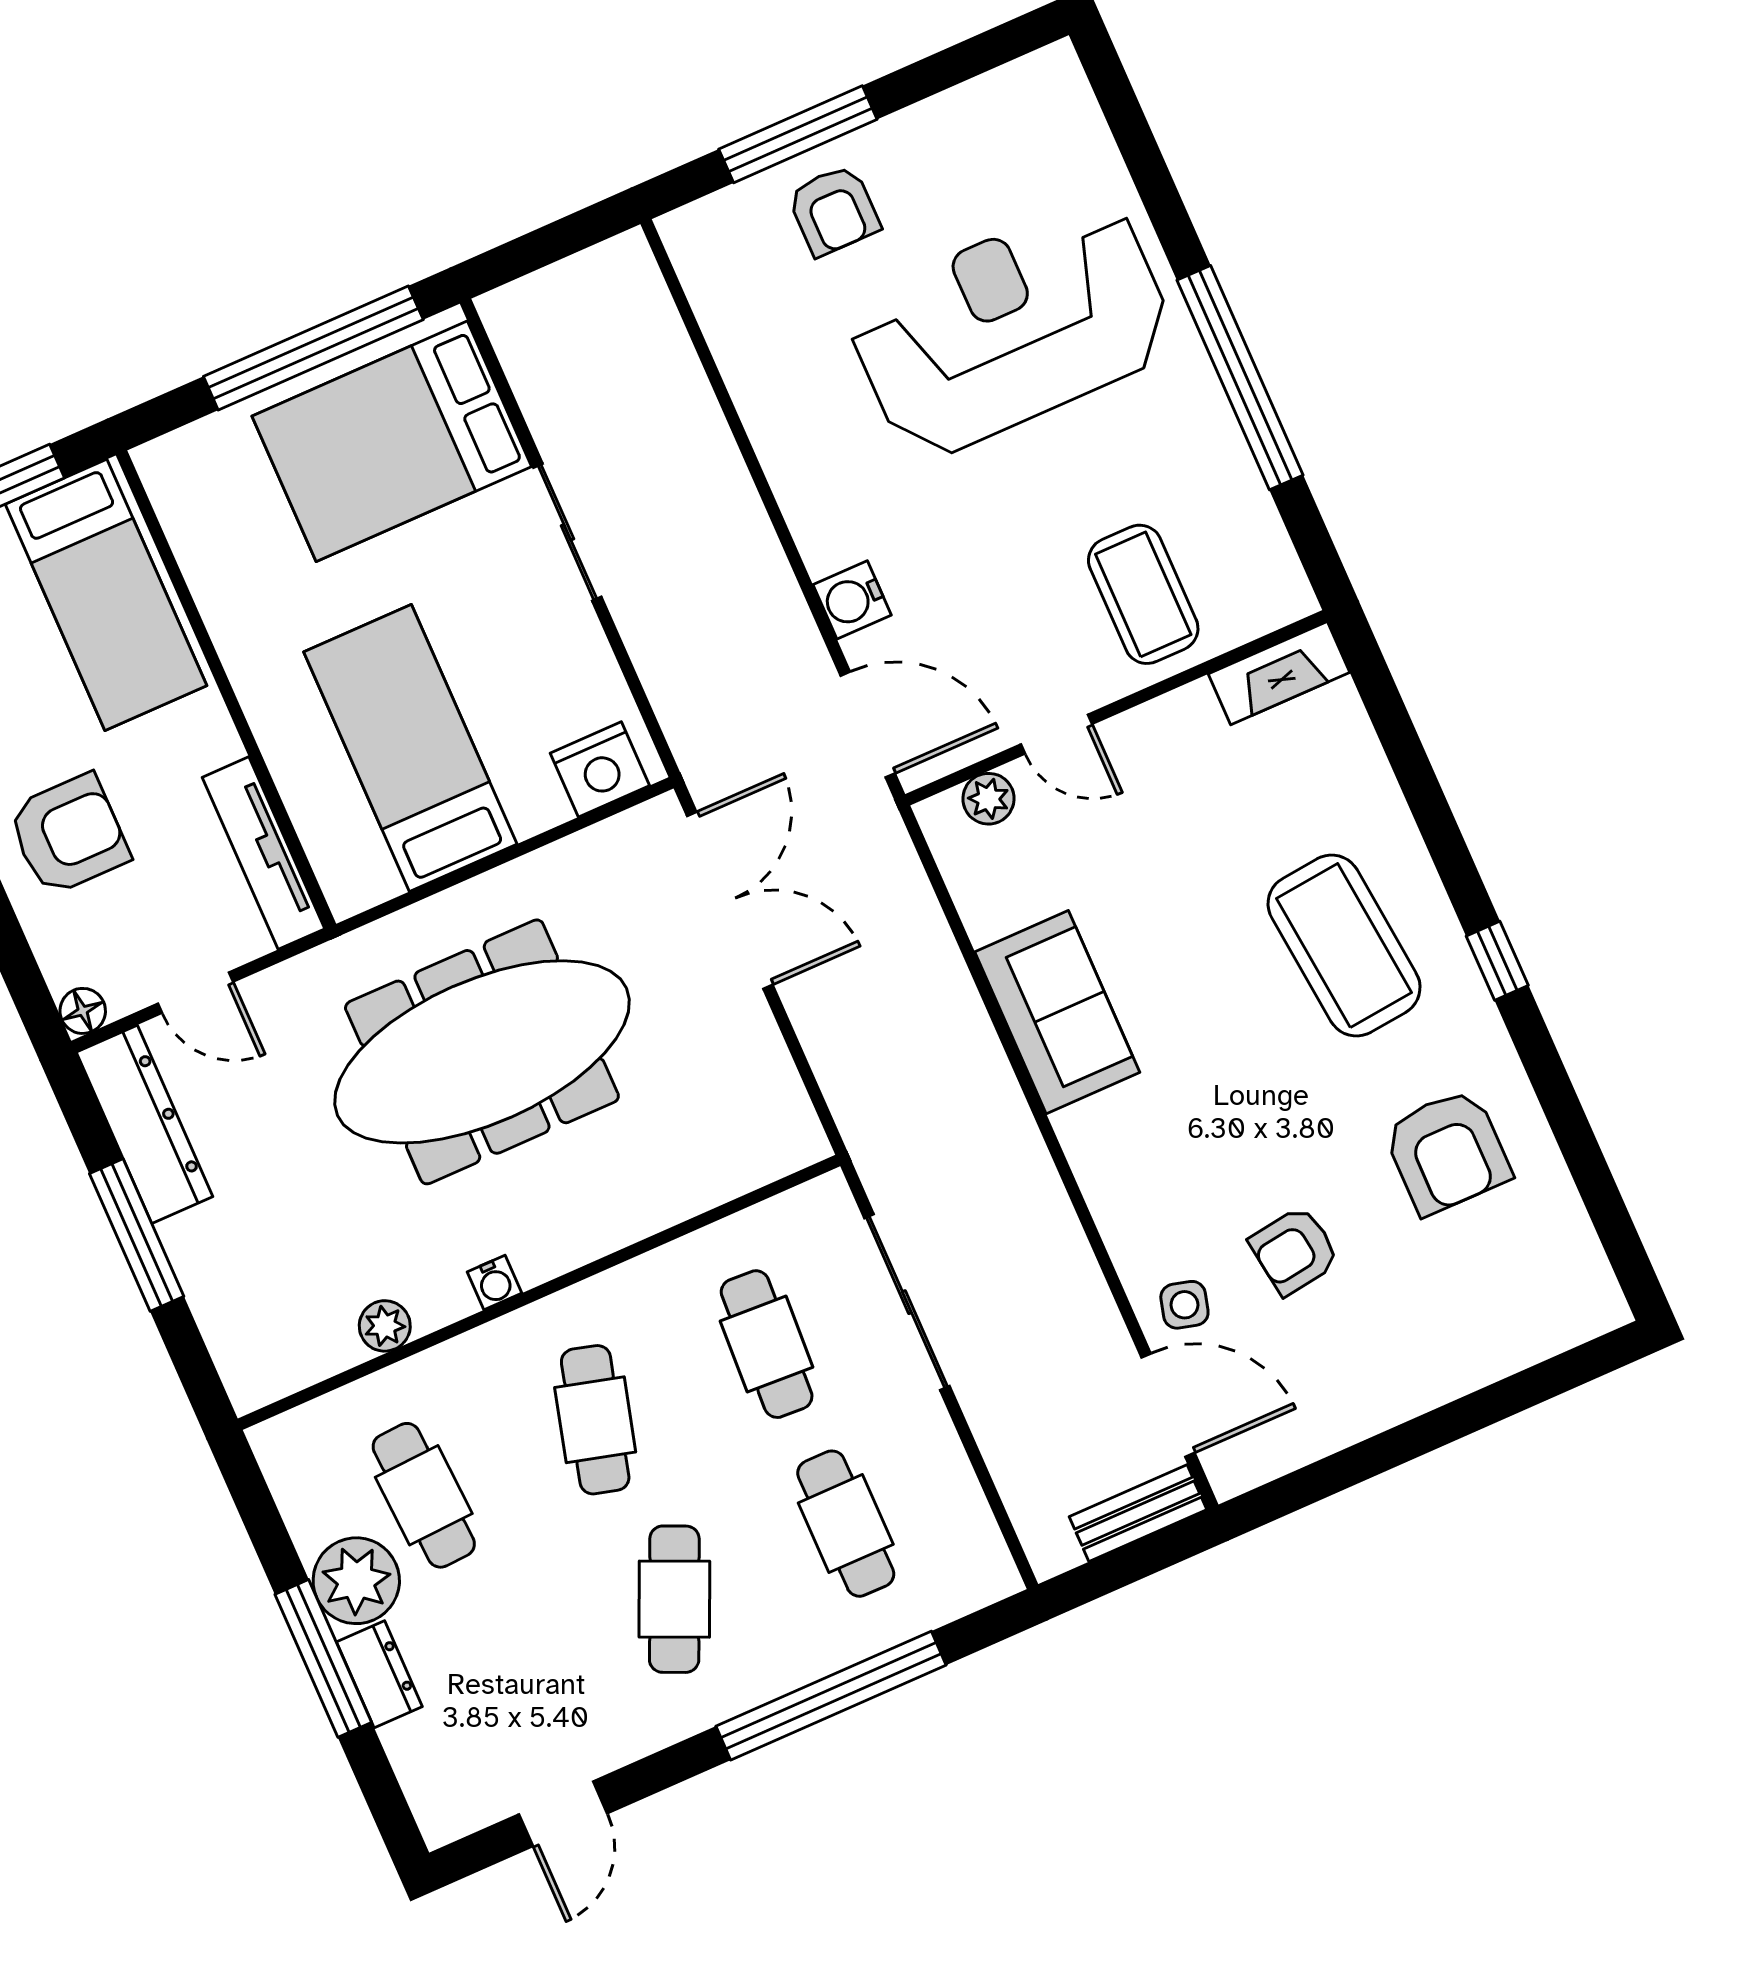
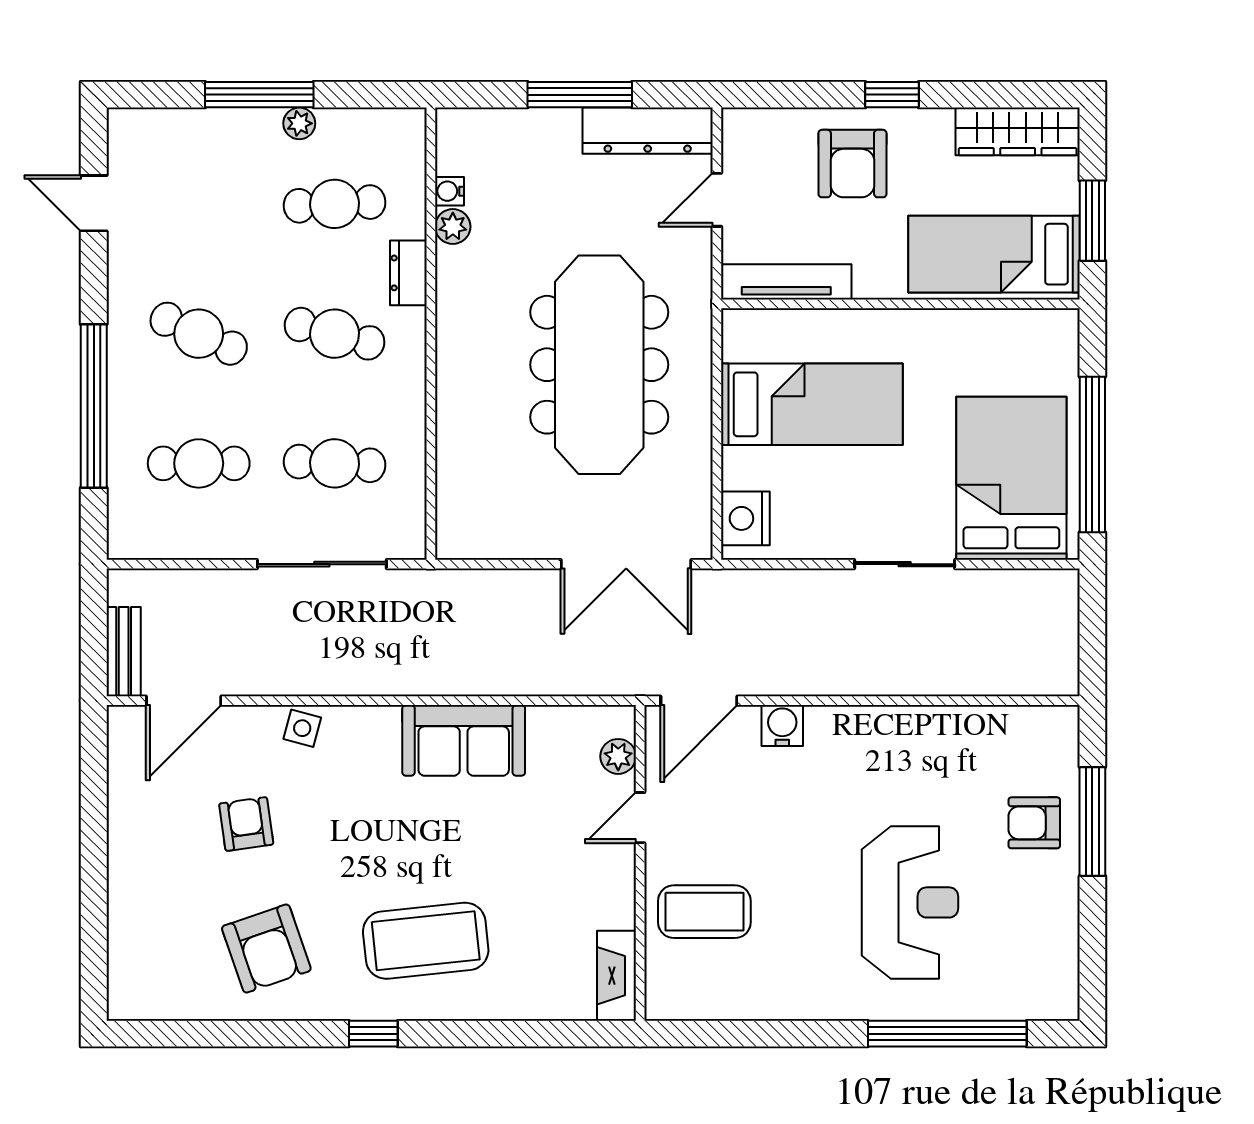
reception desk: (1011, 328) -> (910, 902), width x0.74, depth x0.77
window: (1240, 378) -> (947, 1034), moved
floor lamp: (83, 1011) -> (737, 123), removed
armchair: (1447, 1152) -> (266, 949), turned -109
water cooler: (494, 1283) -> (450, 191), moved
side table: (1184, 1305) -> (302, 728), moved
plant: (356, 1581) -> (299, 123), width x0.53, depth x0.53
dresser: (379, 1674) -> (408, 273), moved, turned 90

